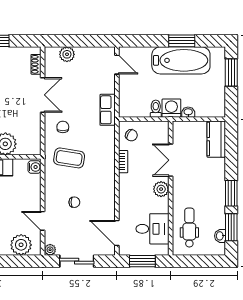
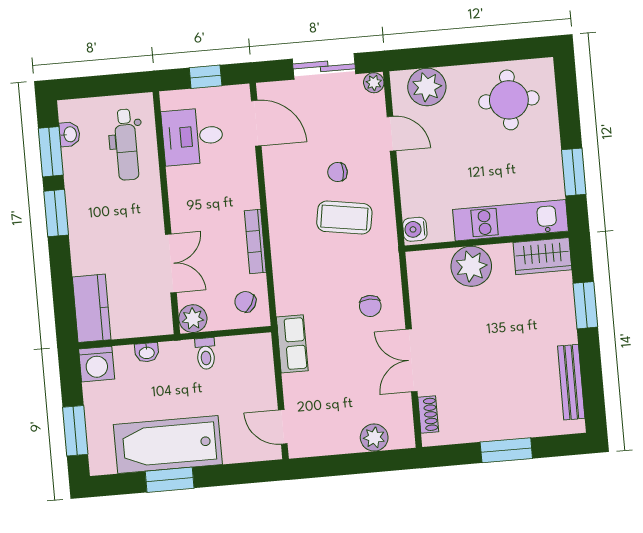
washing machine: (171, 108) -> (97, 364), moved
coffee table: (69, 158) -> (344, 218), moved
bookcase: (123, 162) -> (255, 242), width x1.56
plant: (161, 189) -> (193, 319), moved
window: (142, 261) -> (206, 77), width x0.67

